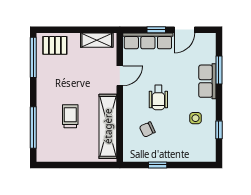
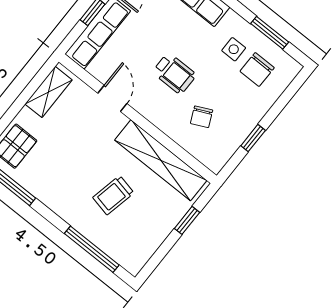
trolley: (70, 116) -> (113, 195), turned -78
window: (219, 130) -> (270, 33), width x1.50
chair: (195, 139) -> (257, 69), added
window: (88, 165) -> (187, 220), added

